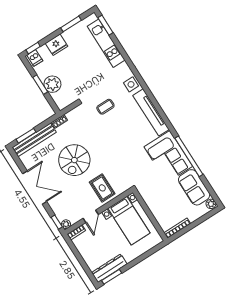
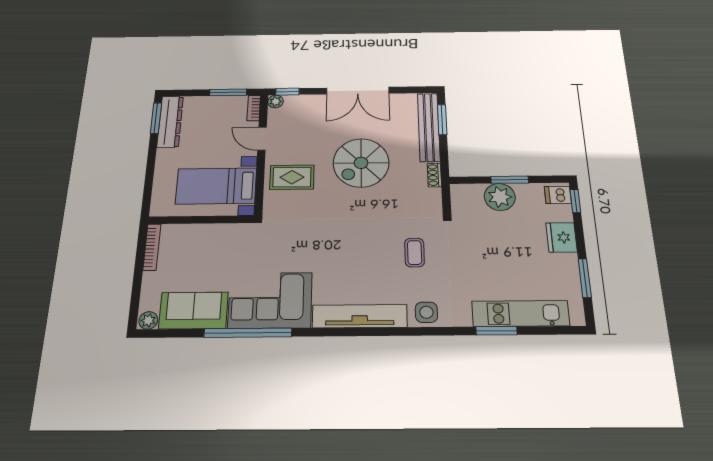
window: (105, 25) -> (497, 331), moved
spiral stairs: (74, 160) -> (361, 163), turned -90
window: (75, 251) -> (228, 92), added

